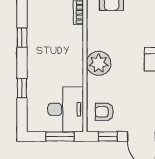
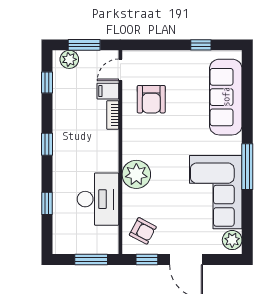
desk: (66, 109) -> (98, 199), moved
armchair: (104, 112) -> (143, 231), turned -152

